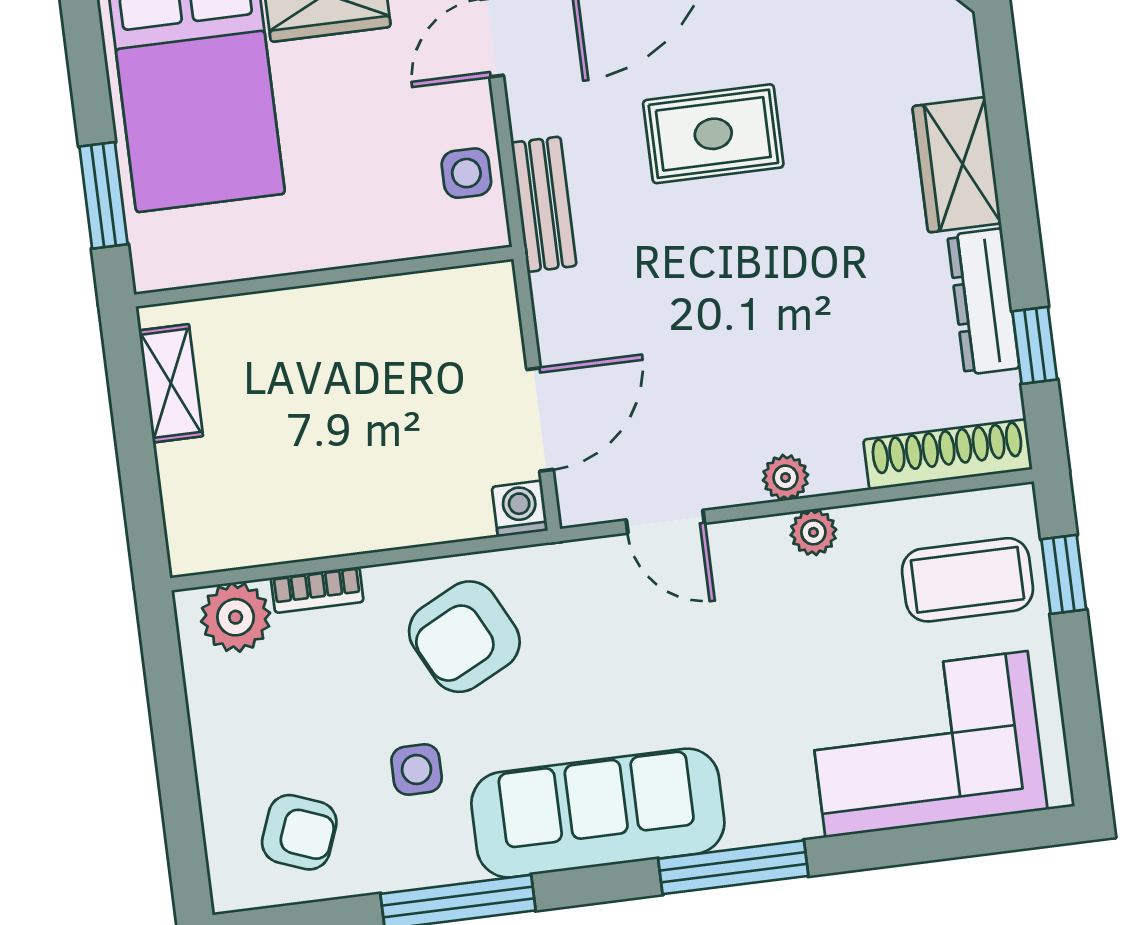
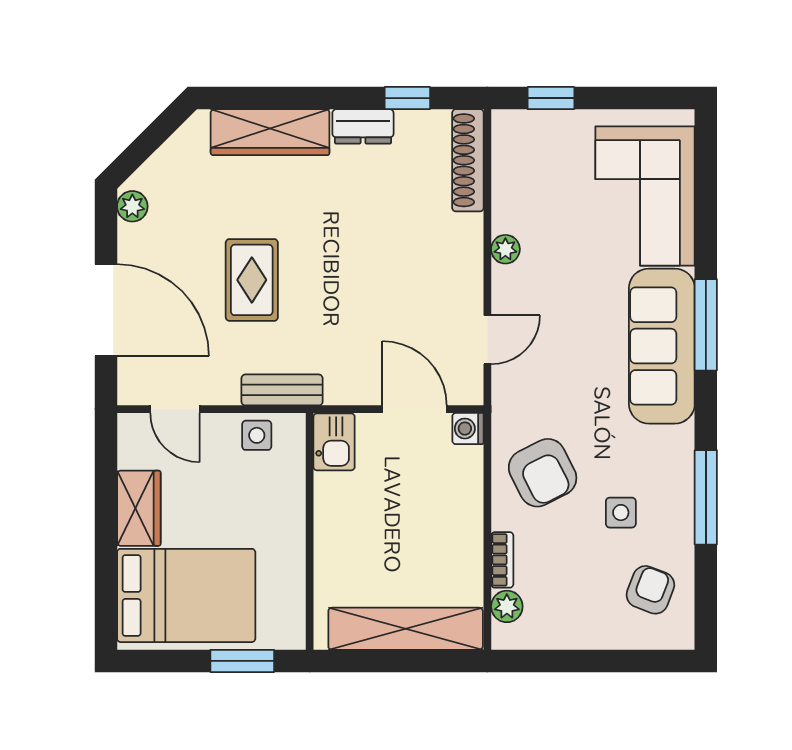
wardrobe: (957, 165) -> (270, 132), width x1.50
kitchen sink: (472, 298) -> (334, 442), added
dresser: (983, 302) -> (363, 126), width x0.70
shelving: (171, 383) -> (406, 629), width x2.20, depth x1.33
plant: (785, 477) -> (469, 262), removed
coffee table: (967, 580) -> (547, 158), removed
plant: (236, 617) -> (507, 606), width x0.73, depth x0.73
sofa: (598, 813) -> (662, 346), moved

